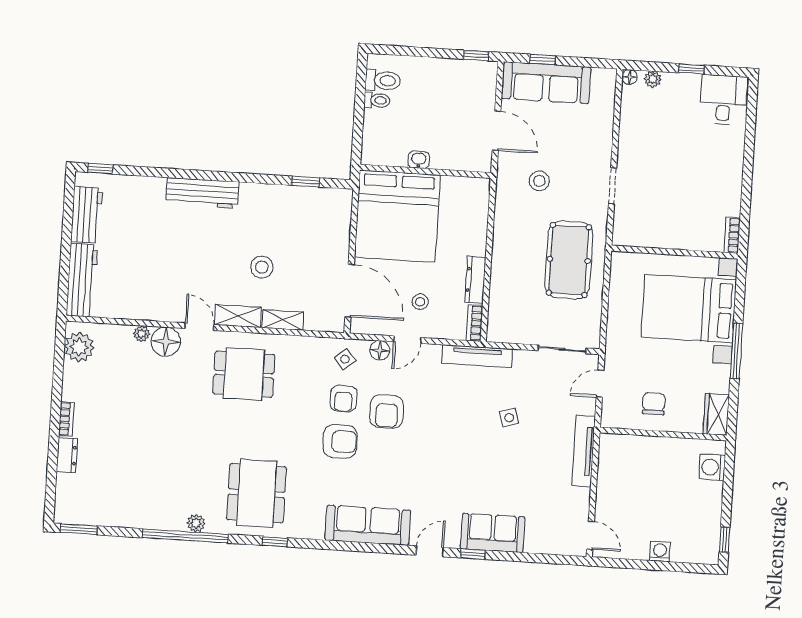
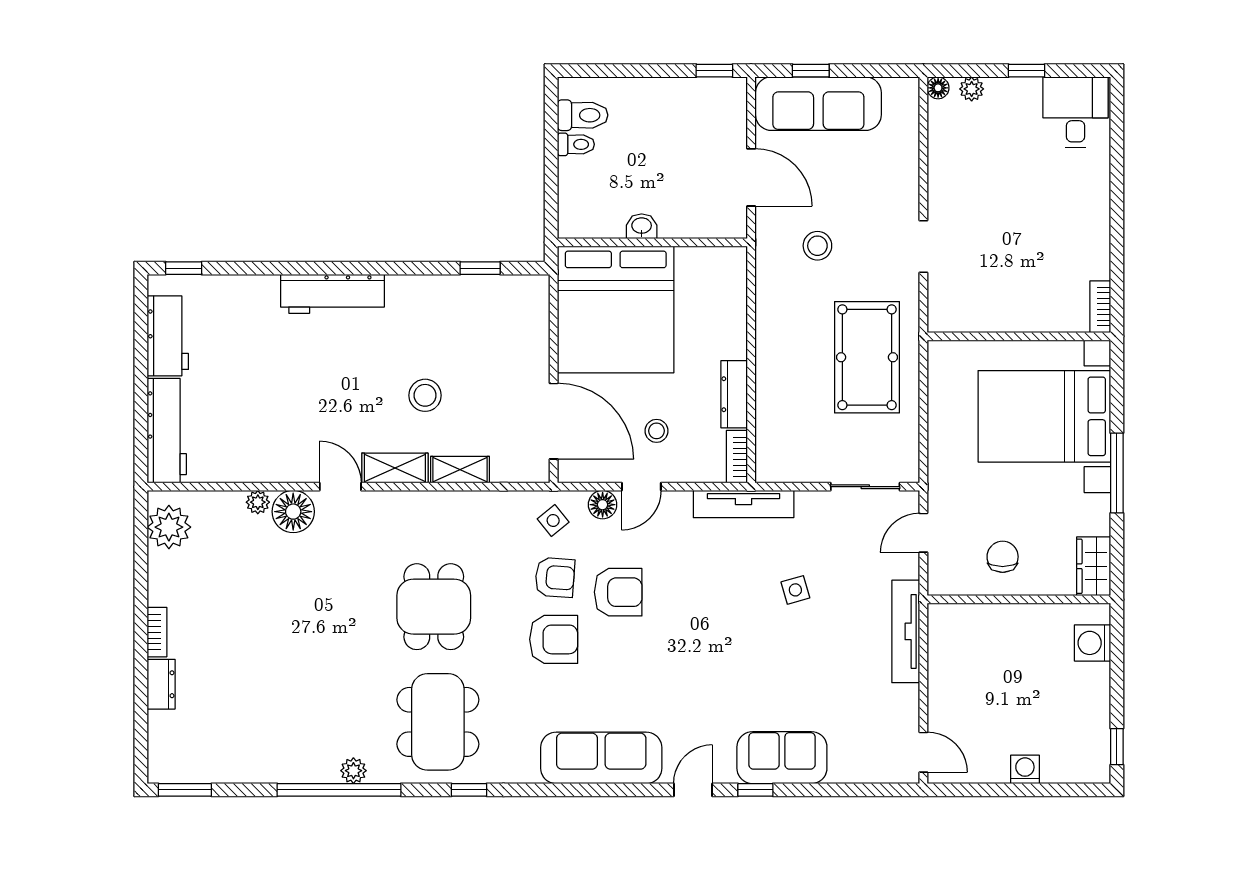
dining table: (244, 374) -> (434, 607), moved, turned 90
armchair: (344, 399) -> (555, 577), turned -88
armchair: (387, 411) -> (618, 592), turned -90

